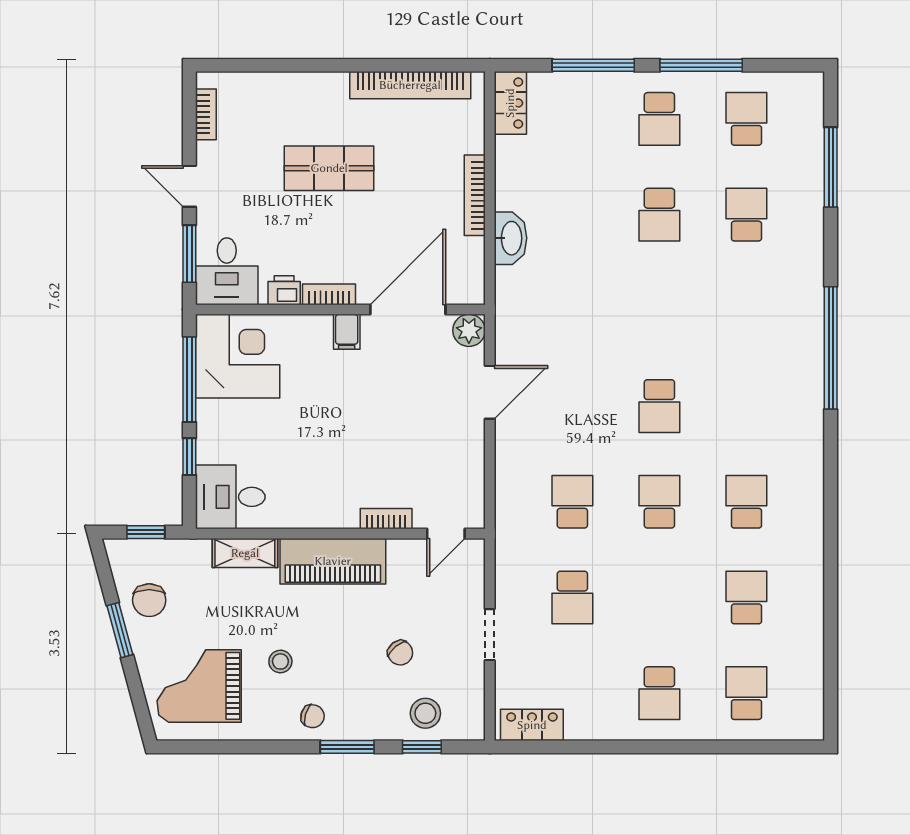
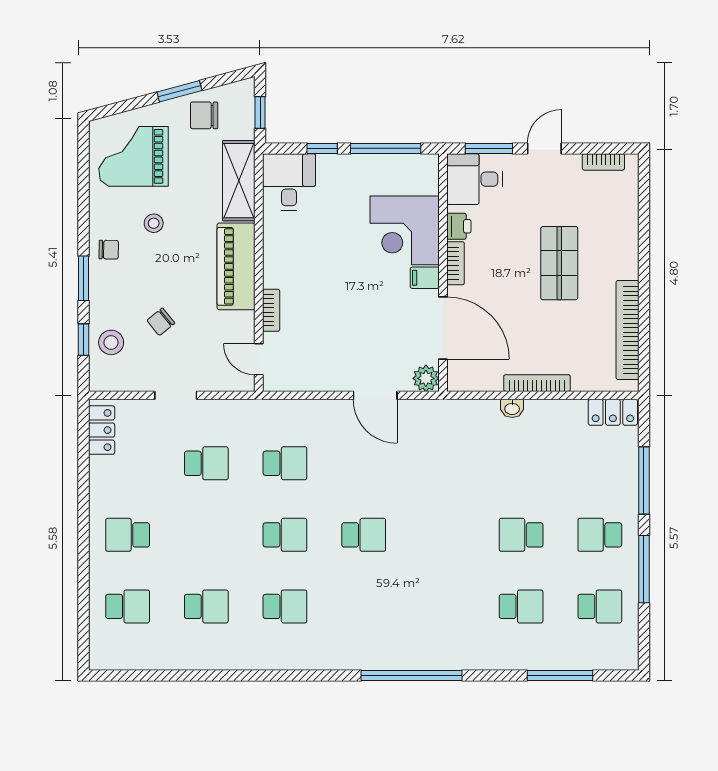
washbasin: (511, 238) -> (512, 408), width x0.52, depth x0.69
corner desk: (238, 356) -> (405, 230), moved, turned 90
school desk: (659, 406) -> (364, 535), turned 180
shelving: (245, 553) -> (239, 181), width x1.50, depth x1.33
school desk: (572, 597) -> (206, 463), turned 180
grand piano: (199, 686) -> (134, 156), turned -90
chair: (313, 716) -> (109, 250), turned -106

